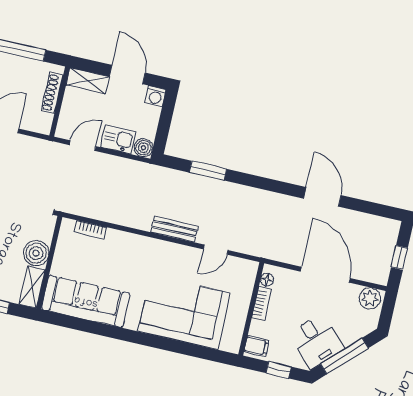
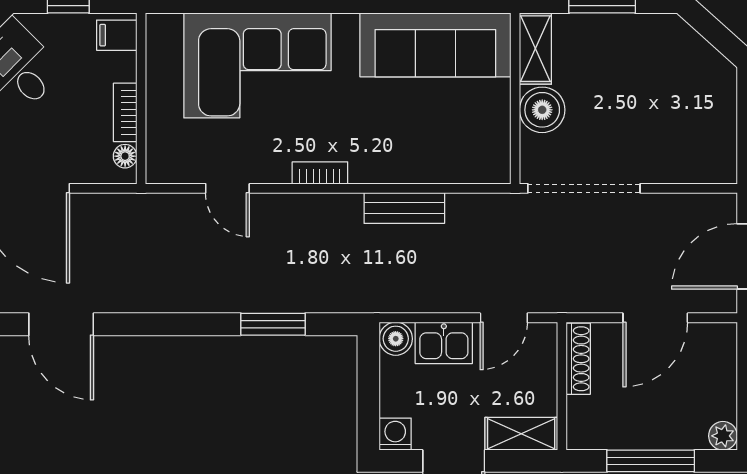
shoe rack: (52, 93) -> (578, 359), moved
bench: (175, 229) -> (404, 208), moved
bookcase: (90, 230) -> (320, 173), moved
door: (216, 250) -> (227, 188), swing flipped

